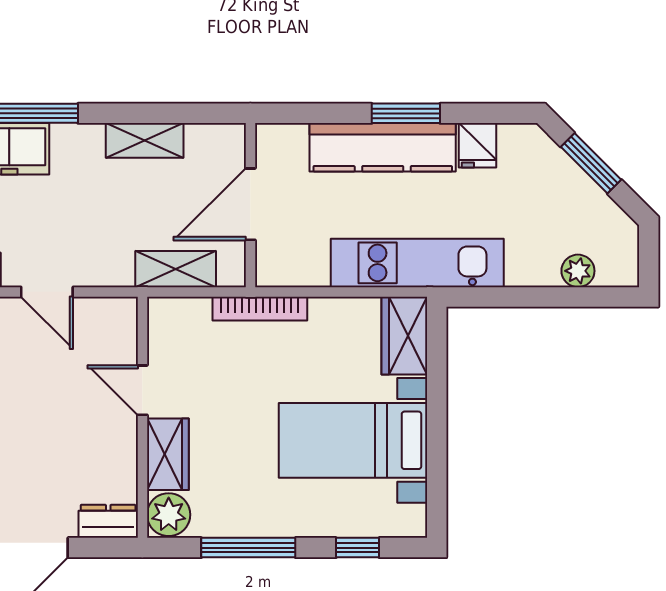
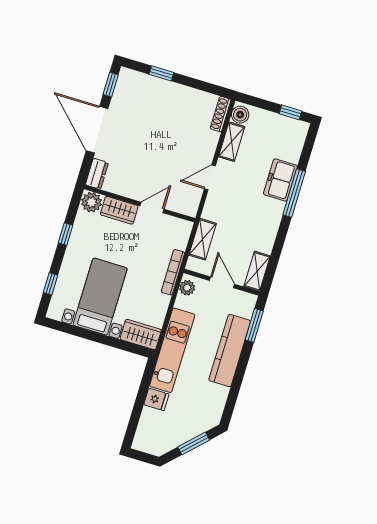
window: (406, 113) -> (254, 325), moved
shelving: (145, 140) -> (257, 271), moved
fridge: (477, 145) -> (156, 399), moved, turned 180
door: (250, 204) -> (222, 282), width x0.73
plant: (578, 271) -> (187, 288), moved
window: (248, 548) -> (66, 234), width x0.46

